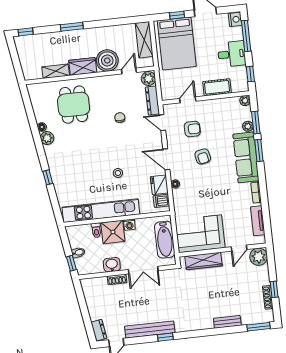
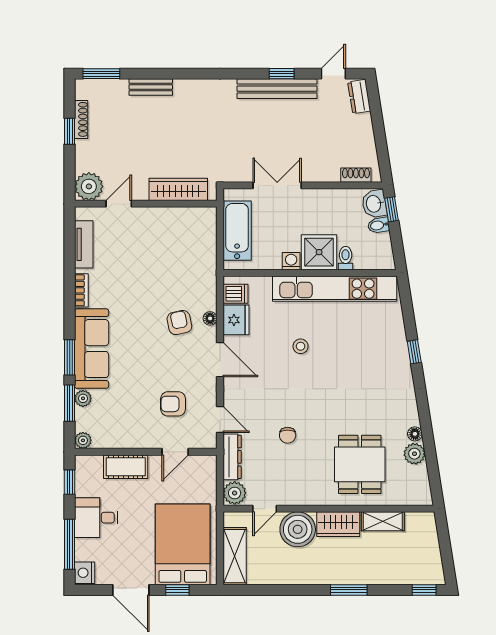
plant: (47, 138) -> (414, 454), moved
armchair: (203, 156) -> (179, 323), moved
corner sofa: (200, 234) -> (179, 234), removed
washbasin: (112, 265) -> (374, 204), moved, turned 81
shoe rack: (117, 279) -> (356, 175), moved
window: (165, 337) -> (282, 74), moved

